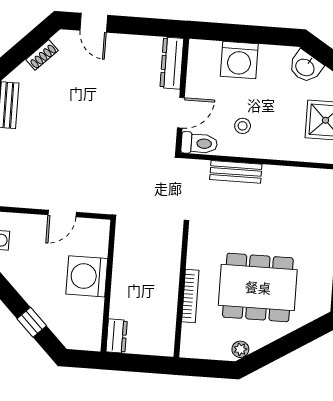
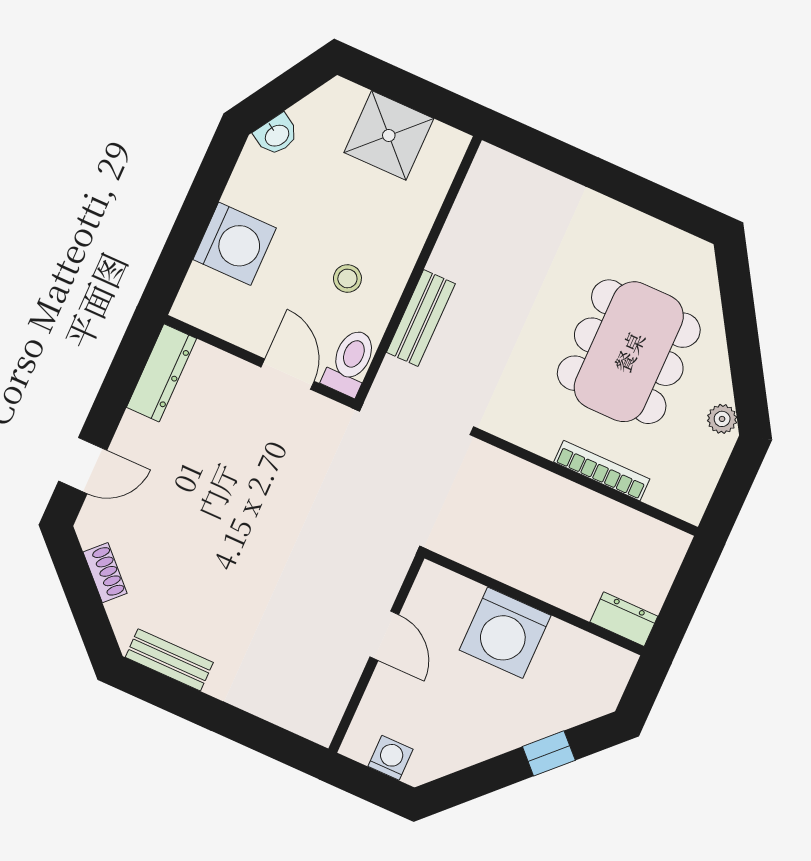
dresser: (172, 63) -> (162, 373), moved, turned -90
washbasin: (305, 67) -> (277, 135), width x0.72, depth x0.69

